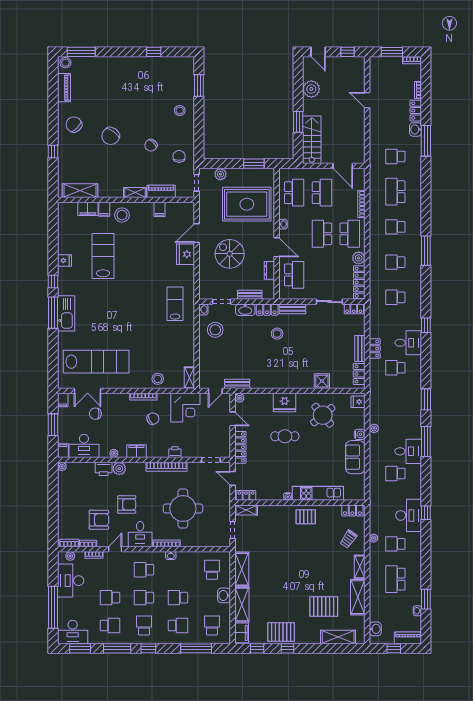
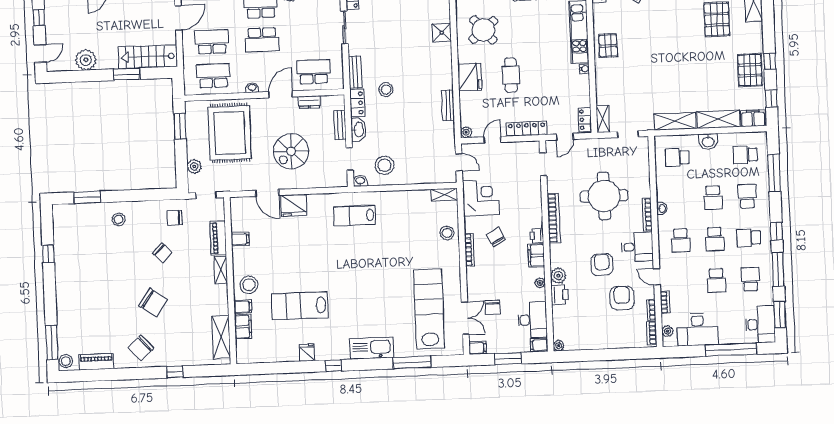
window: (53, 313) -> (412, 362), moved
bench: (237, 384) -> (448, 105), moved
printer: (175, 452) -> (537, 235), moved

